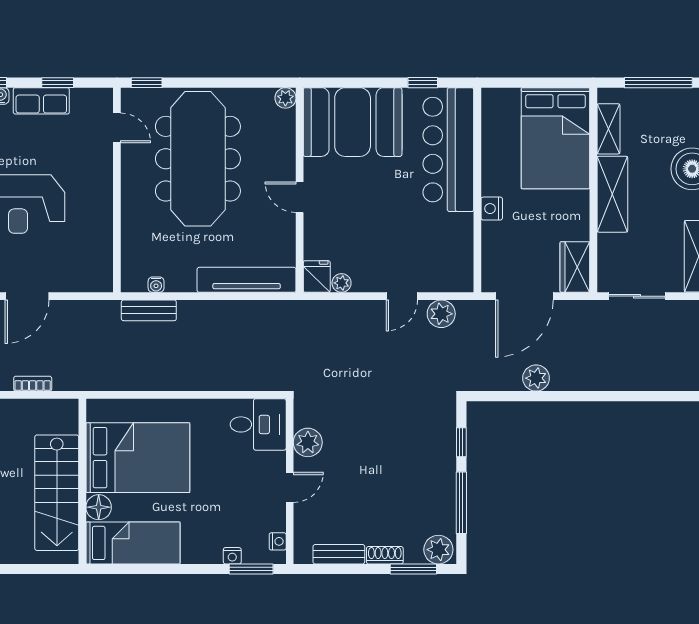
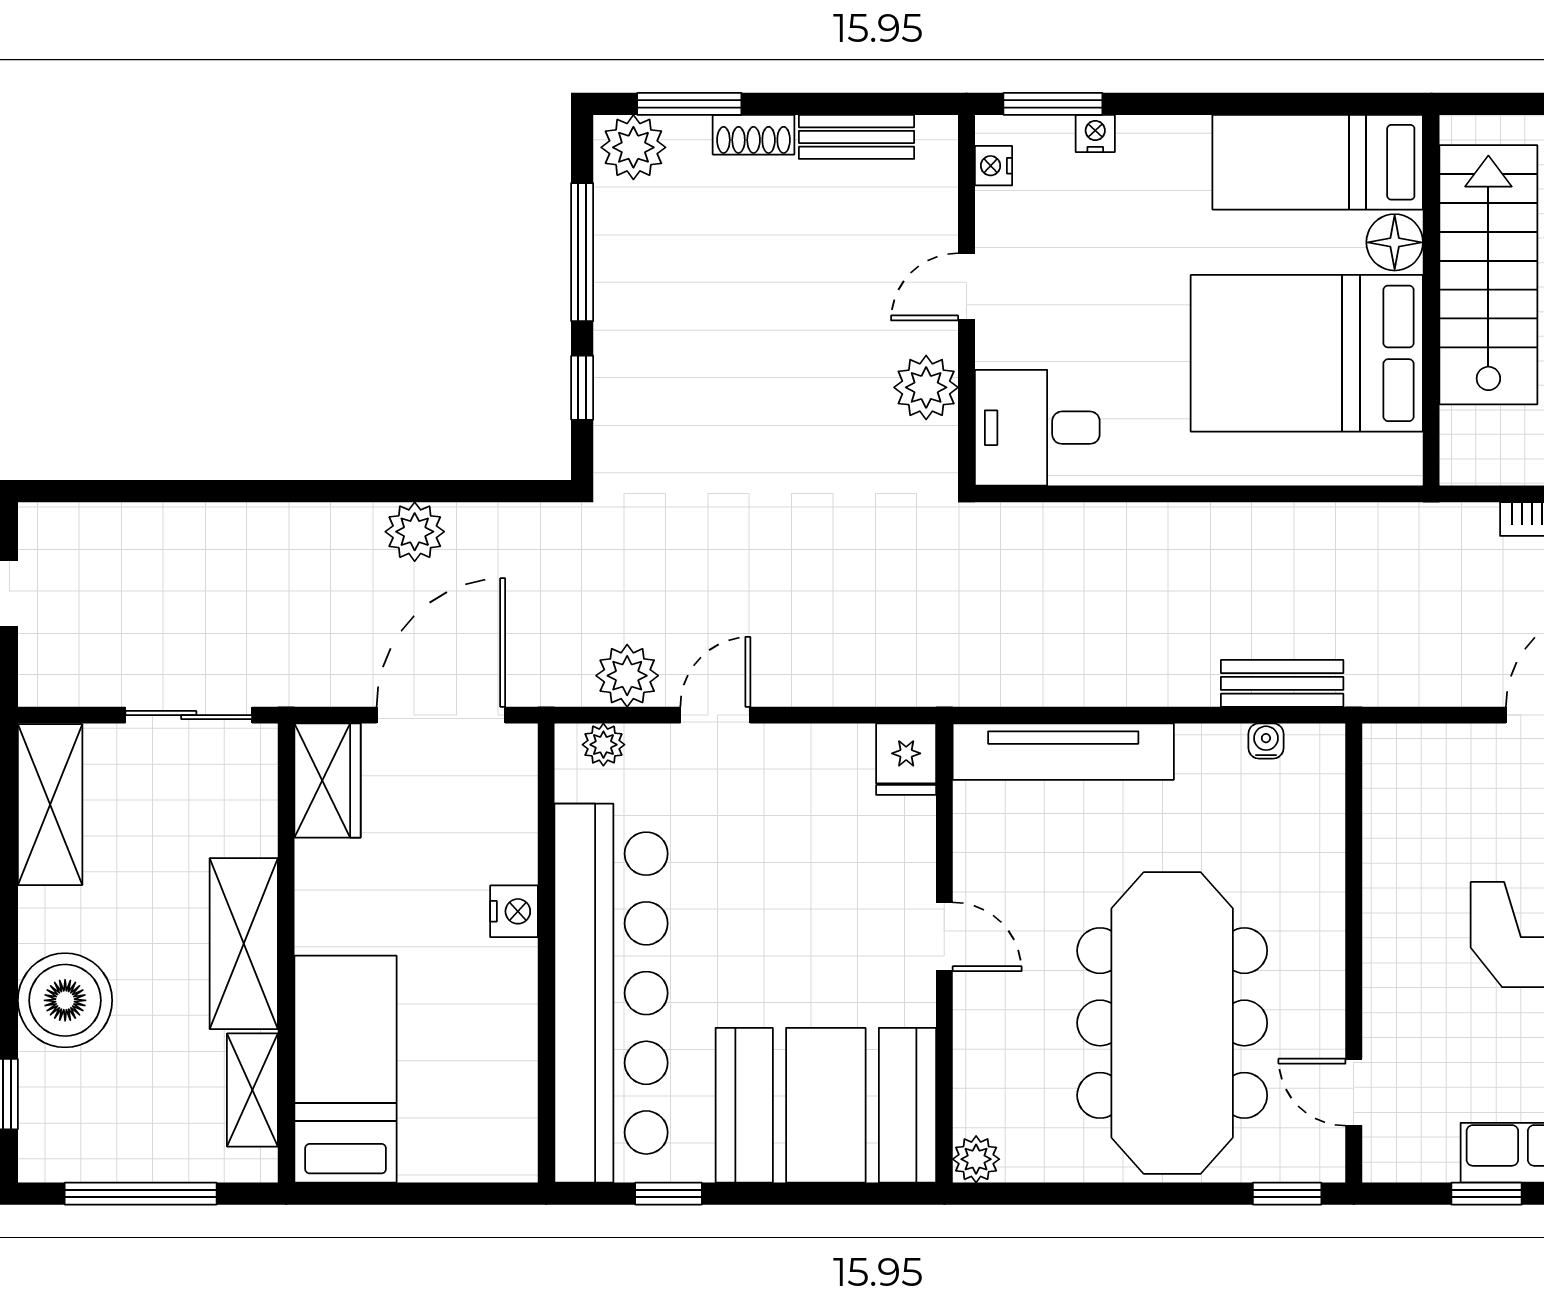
bed: (556, 138) -> (346, 1069), width x0.67
bar counter: (448, 150) -> (611, 993), width x1.36
plant: (342, 283) -> (603, 745), moved

